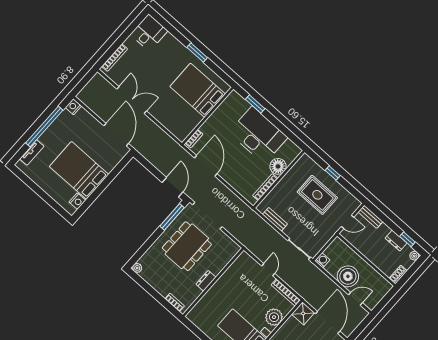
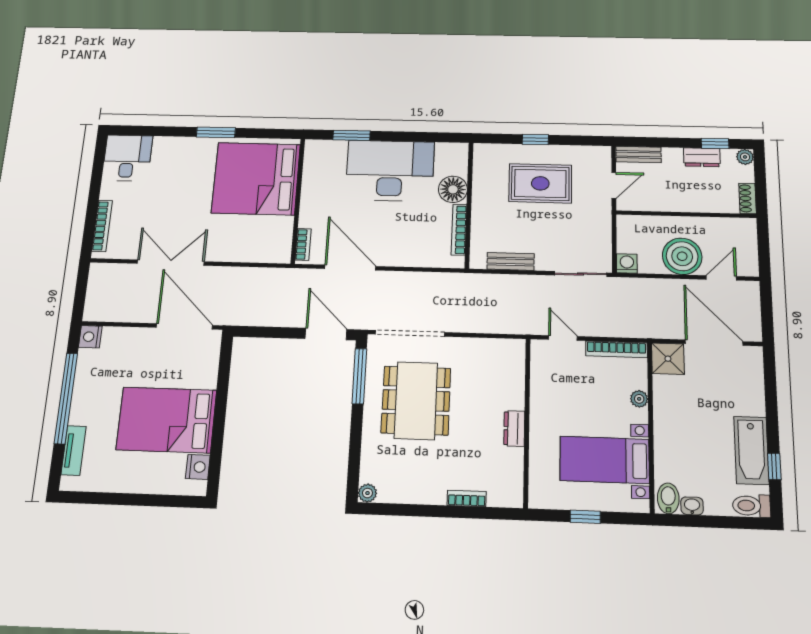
bed: (198, 90) -> (256, 179), width x1.36
dresser: (206, 281) -> (514, 428), moved
wall: (213, 282) -> (527, 422), moved
plant: (274, 317) -> (639, 399), width x0.53, depth x0.53

